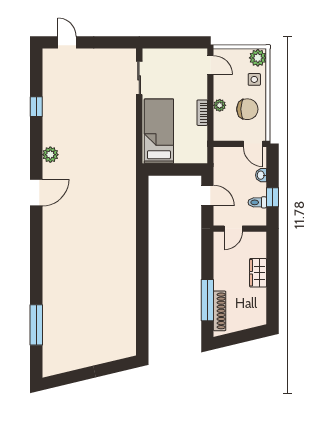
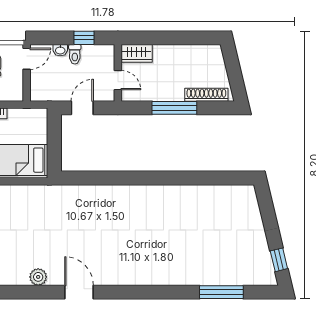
toilet: (257, 202) -> (75, 54), moved
wardrobe: (258, 273) -> (137, 53), moved
window: (207, 300) -> (174, 108), moved
window: (66, 378) -> (279, 260), added

